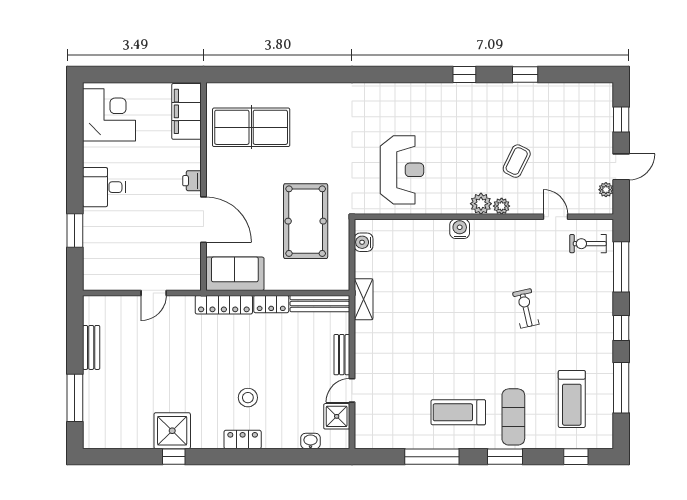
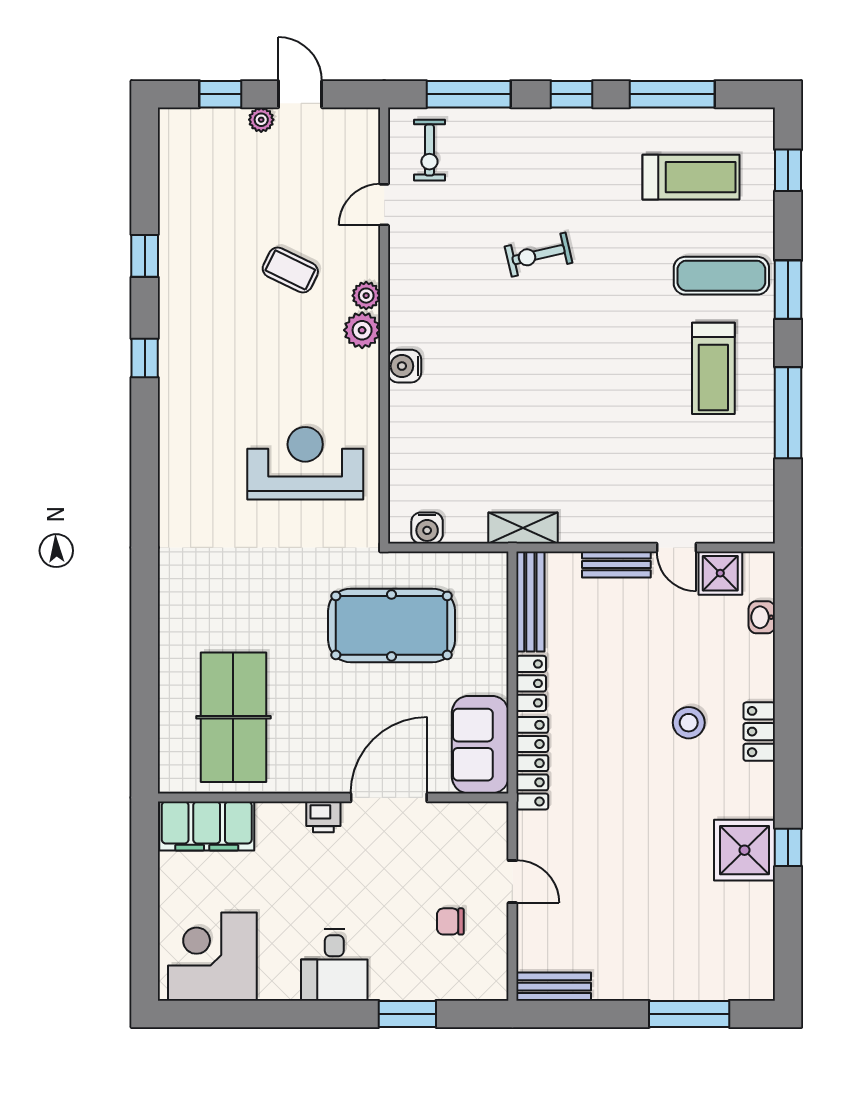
plant: (606, 190) -> (261, 120), moved
chair: (130, 256) -> (450, 921), added
bench: (91, 347) -> (554, 987), moved

